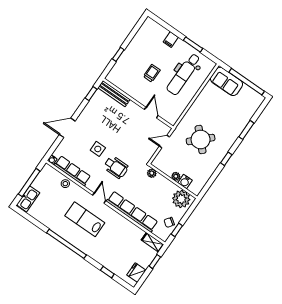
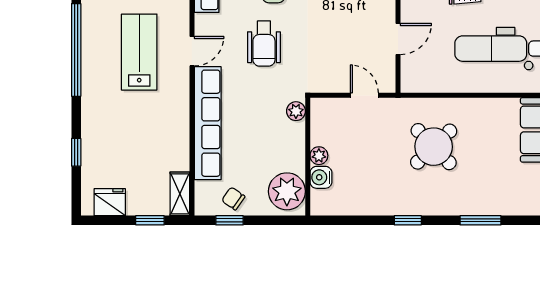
round table: (201, 140) -> (434, 147), moved

